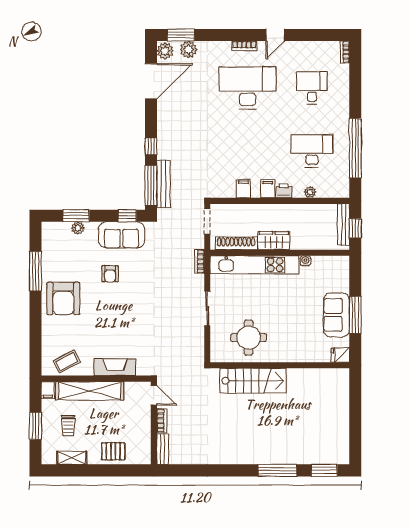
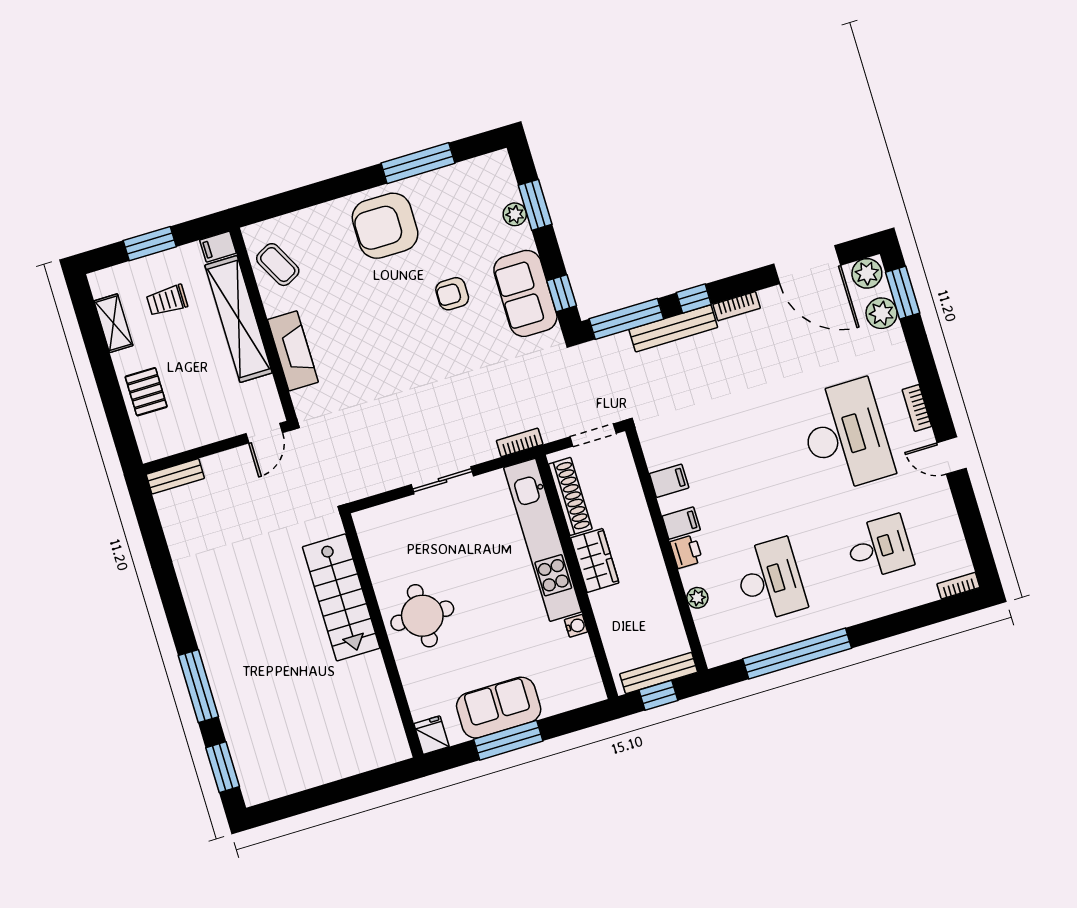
bench: (163, 184) -> (673, 328), moved
round table: (249, 338) -> (422, 616), moved
bookcase: (162, 421) -> (737, 306), moved

